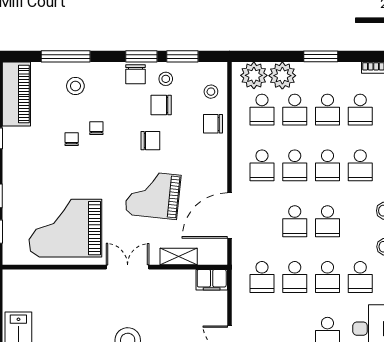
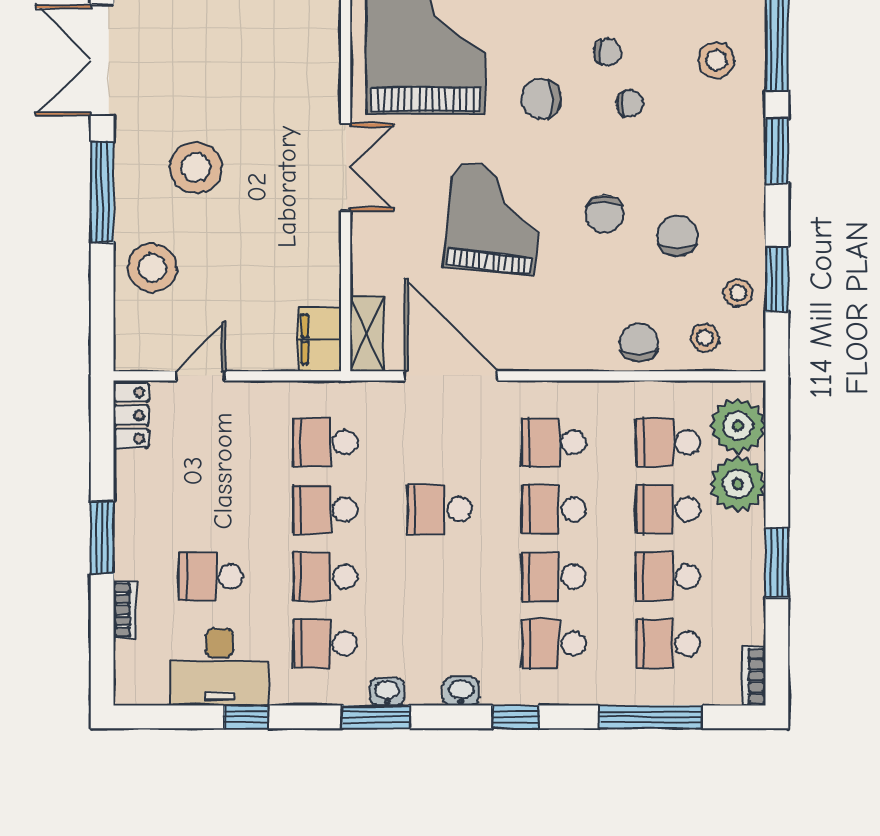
window: (141, 56) -> (777, 151), moved
chair: (135, 74) -> (541, 99), moved
stool: (166, 79) -> (738, 293), moved
school desk: (327, 221) -> (439, 577), removed
shelving: (179, 257) -> (367, 333), moved

